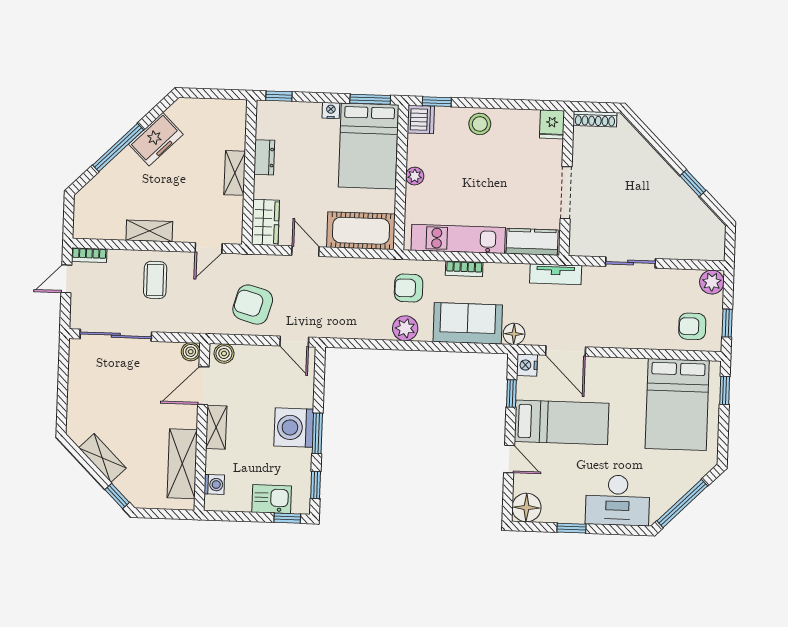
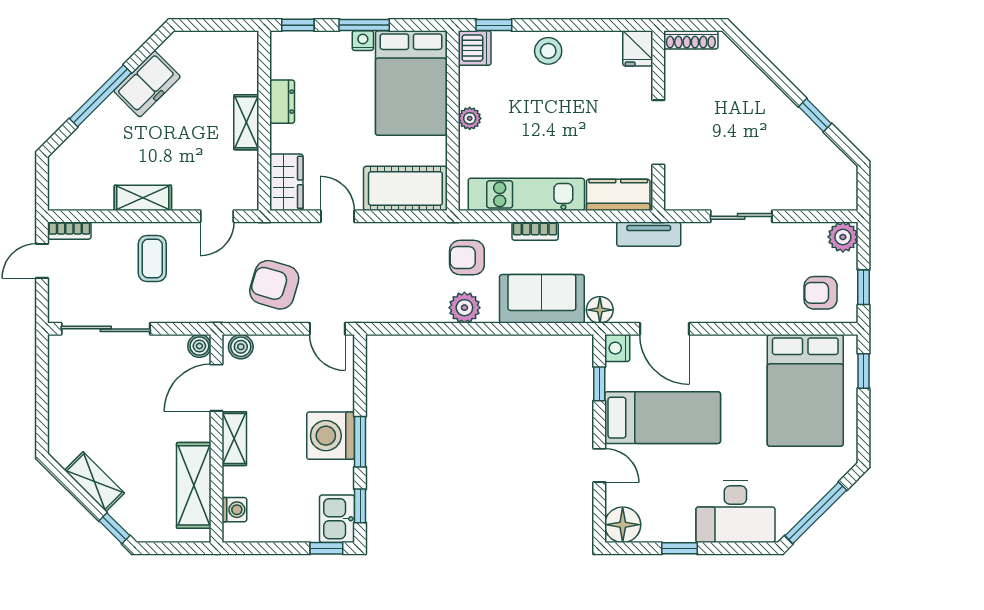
window: (370, 99) -> (364, 25), moved
kitchen sink: (272, 499) -> (337, 519), moved, turned -90

